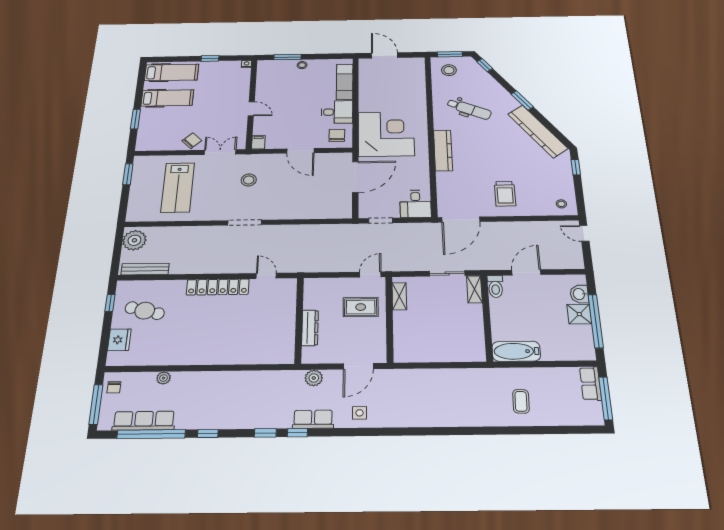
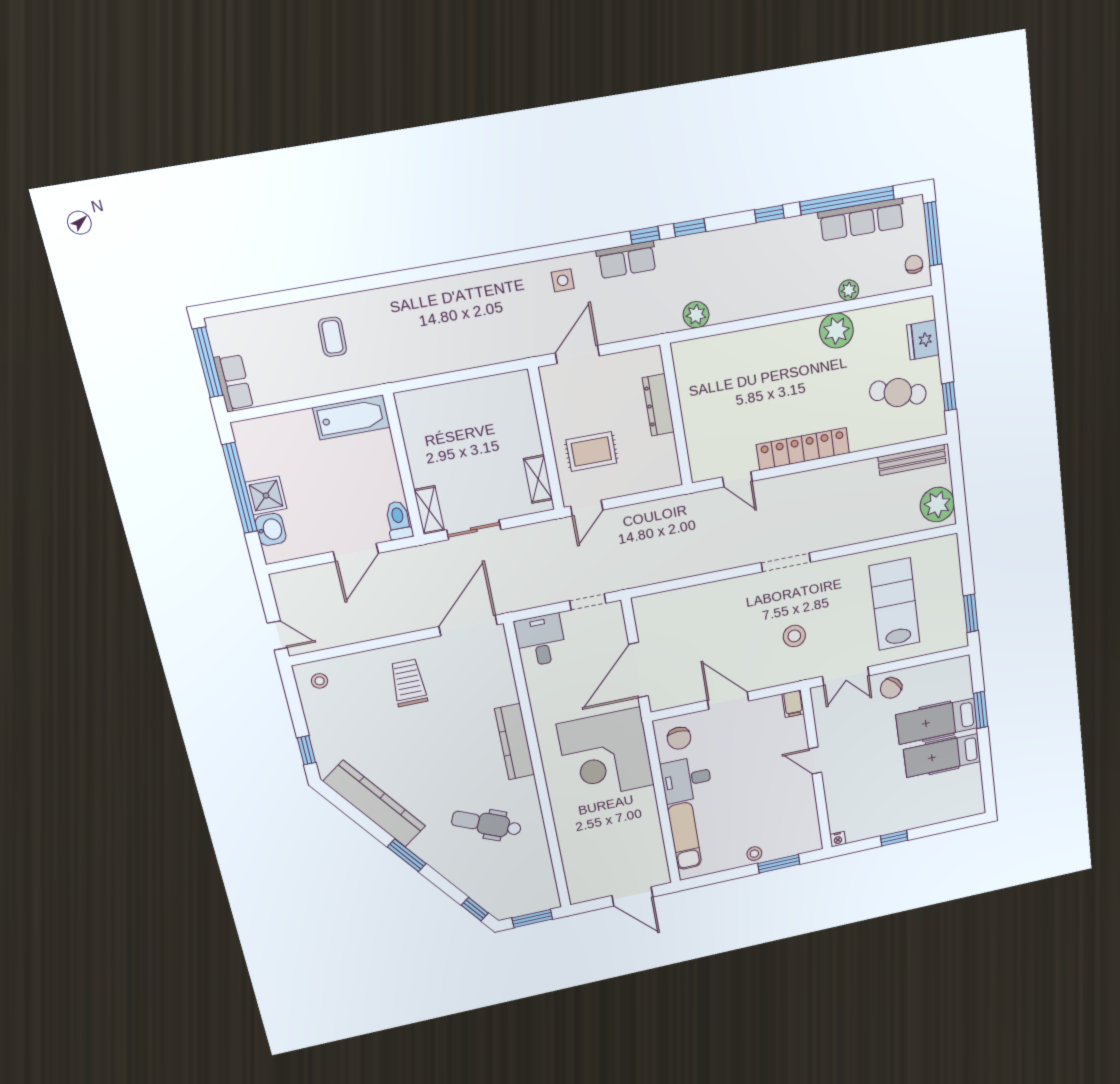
stool: (449, 70) -> (529, 889), removed
hospital bed: (172, 72) -> (937, 721), moved
plant: (178, 354) -> (836, 331), added
plant: (314, 378) -> (696, 315), moved

